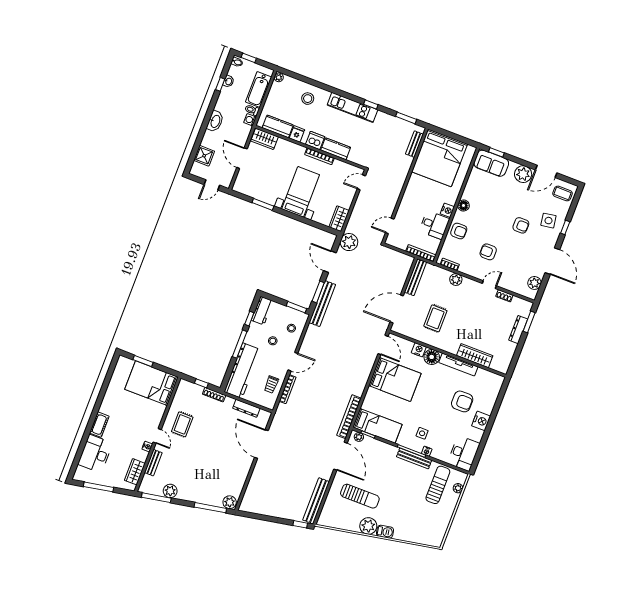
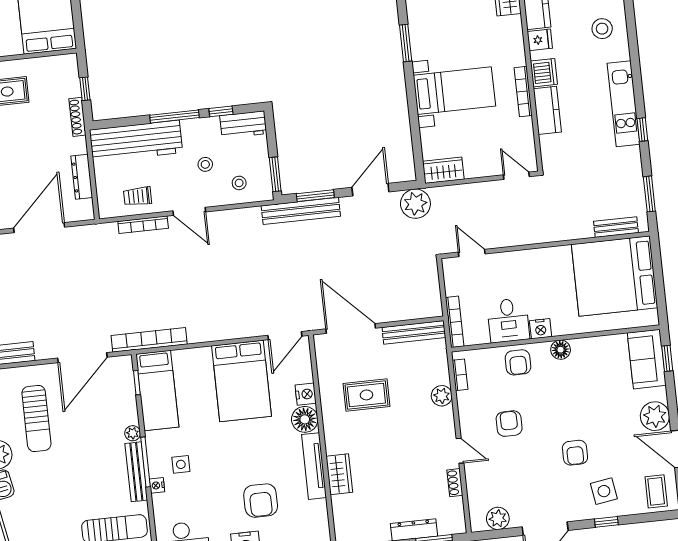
wardrobe: (475, 356) -> (339, 474), width x0.67
plant: (359, 437) -> (133, 433), moved

